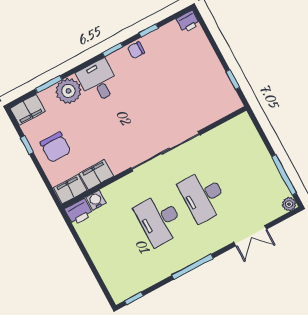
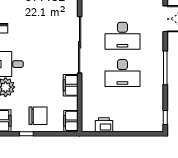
filing cabinet: (96, 175) -> (71, 85), moved
water cooler: (96, 200) -> (87, 108), removed
printer: (79, 212) -> (104, 125), moved, turned -90

